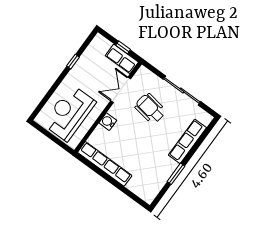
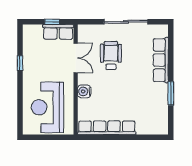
double door: (121, 90) -> (76, 58), swing flipped
wheelchair: (150, 109) -> (111, 55), turned 81

